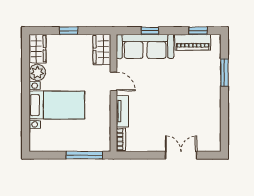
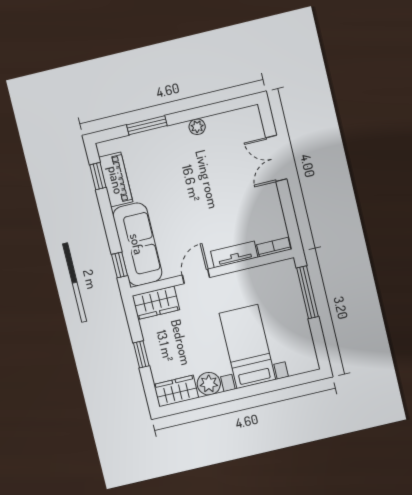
window: (150, 31) -> (119, 265), moved
plant: (215, 106) -> (197, 127), added

